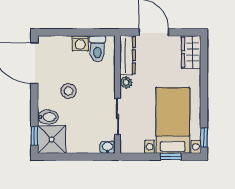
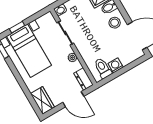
dresser: (128, 55) -> (84, 79), width x0.70
stool: (69, 91) -> (115, 23), moved

